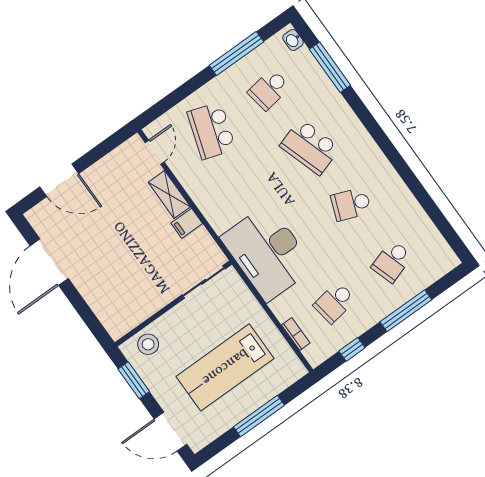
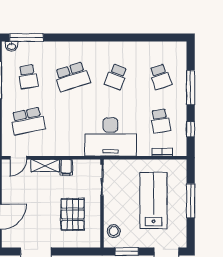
window: (330, 67) -> (26, 37), moved
school desk: (211, 131) -> (28, 121), turned -30
door: (155, 152) -> (18, 158), swing flipped
pallet: (132, 276) -> (73, 214), added
lab bench: (225, 367) -> (153, 200), turned 180

